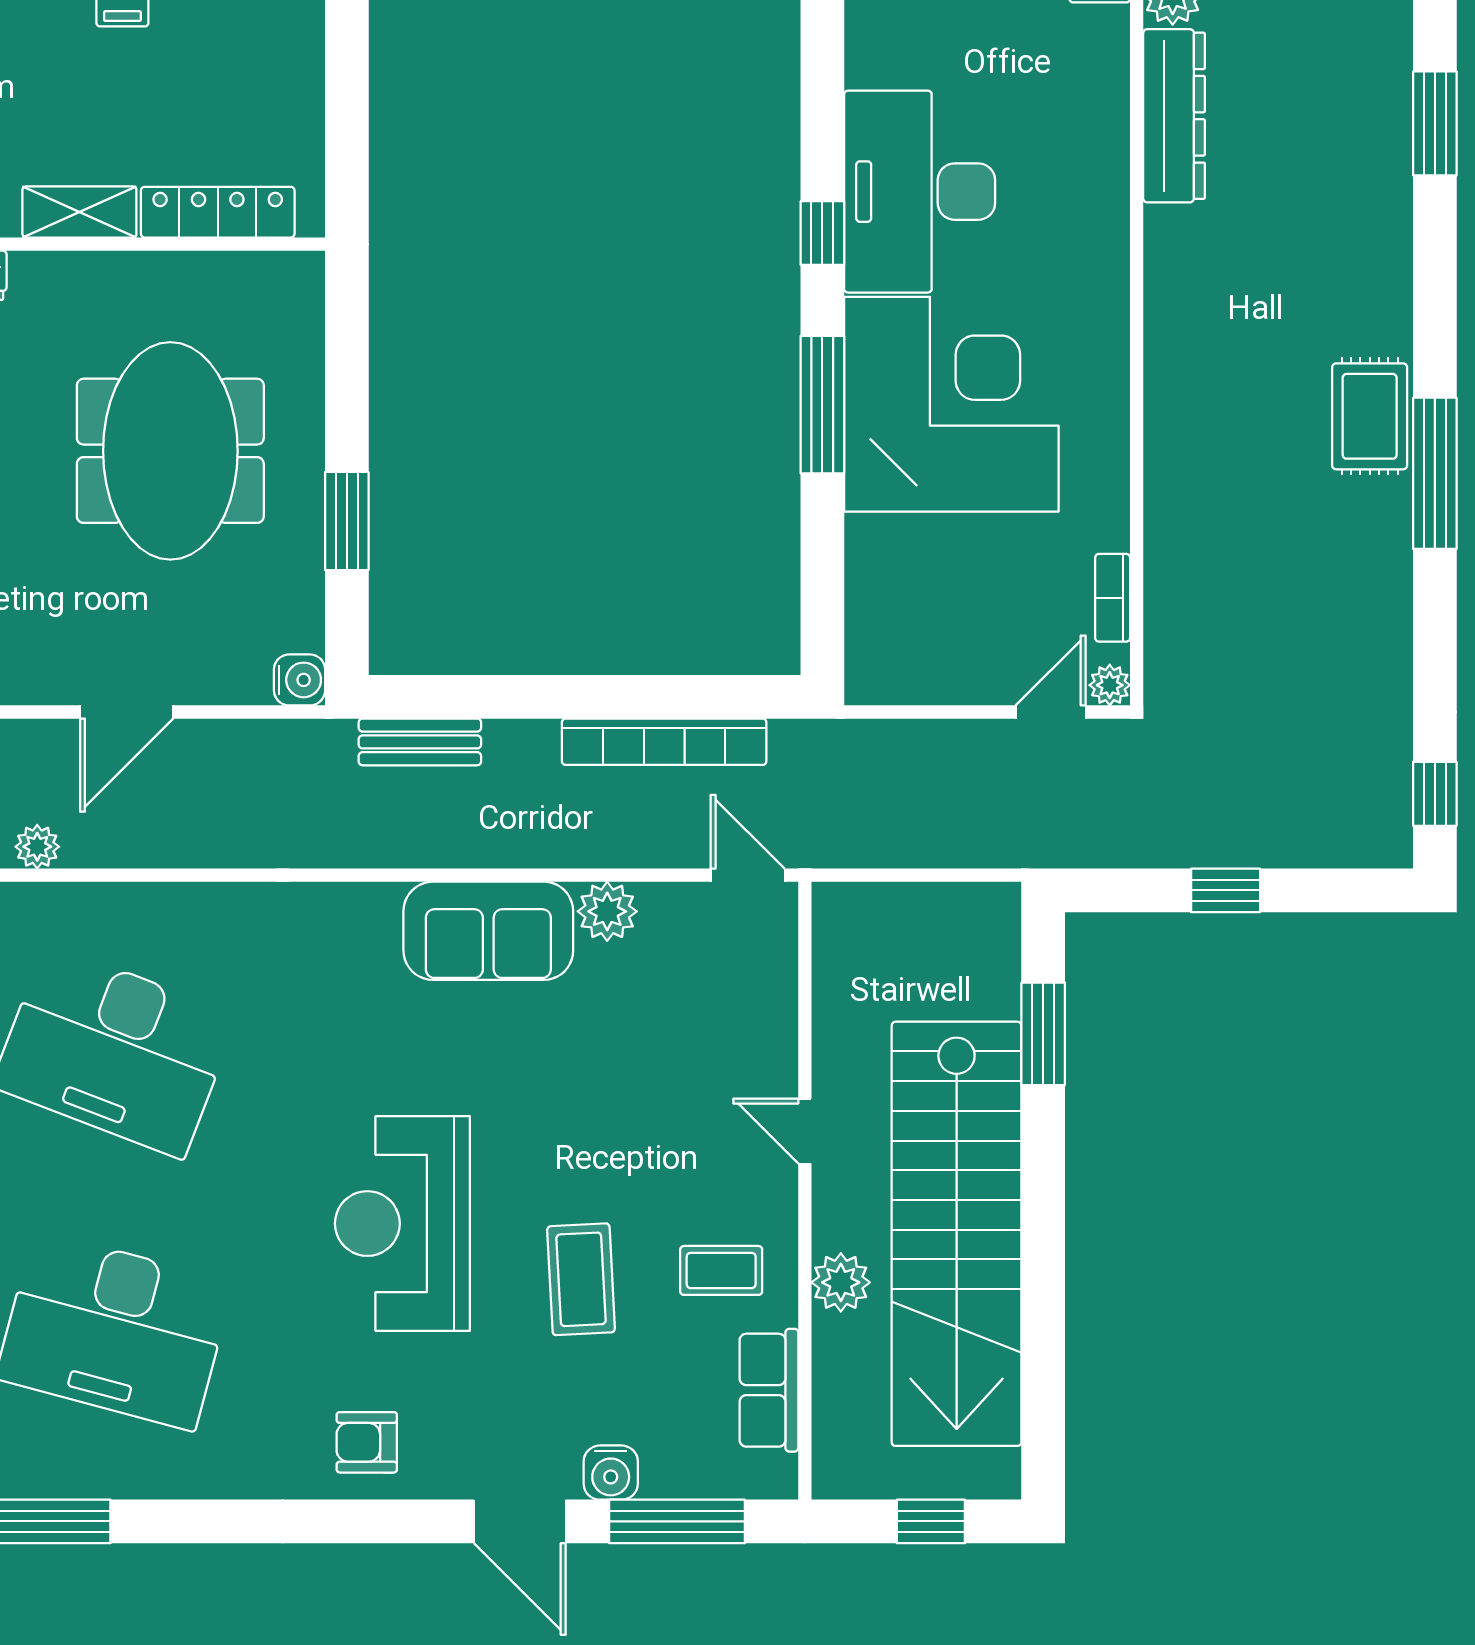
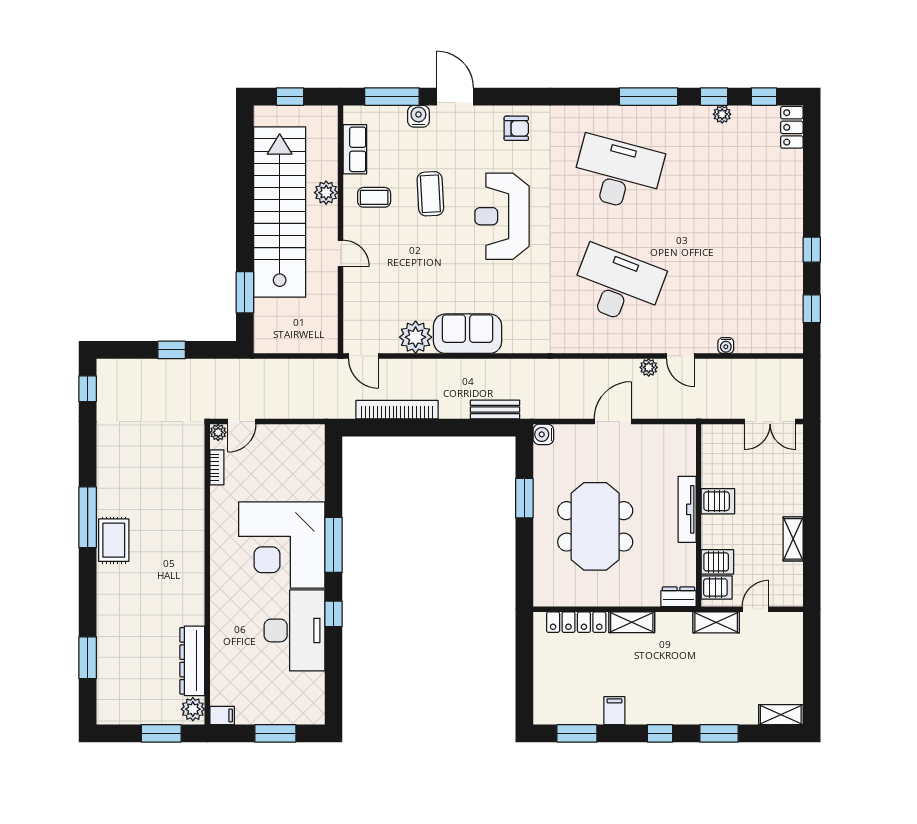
plant: (607, 911) -> (416, 337), width x1.36, depth x1.36
reception desk: (402, 1224) -> (502, 216), turned 180

